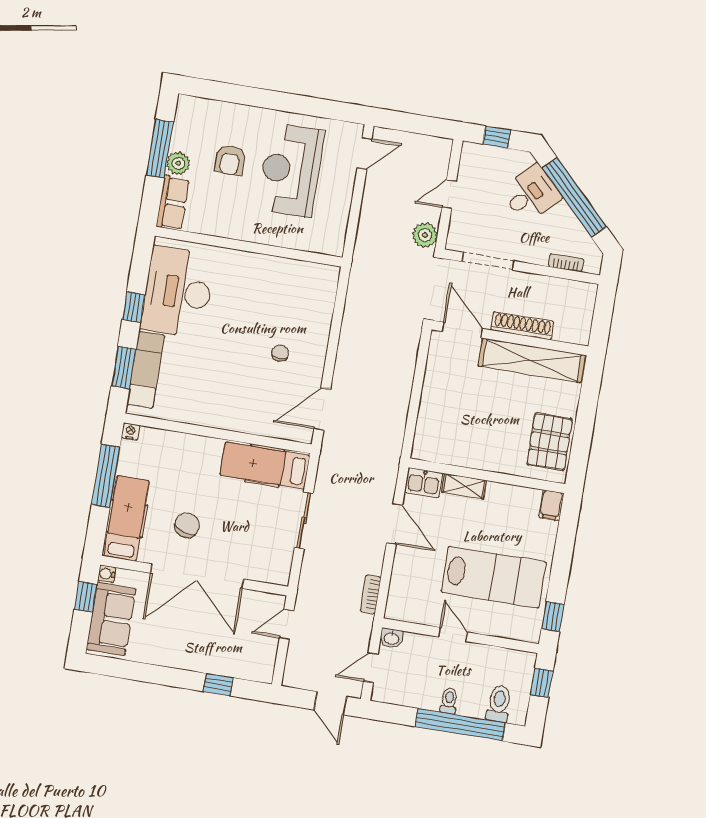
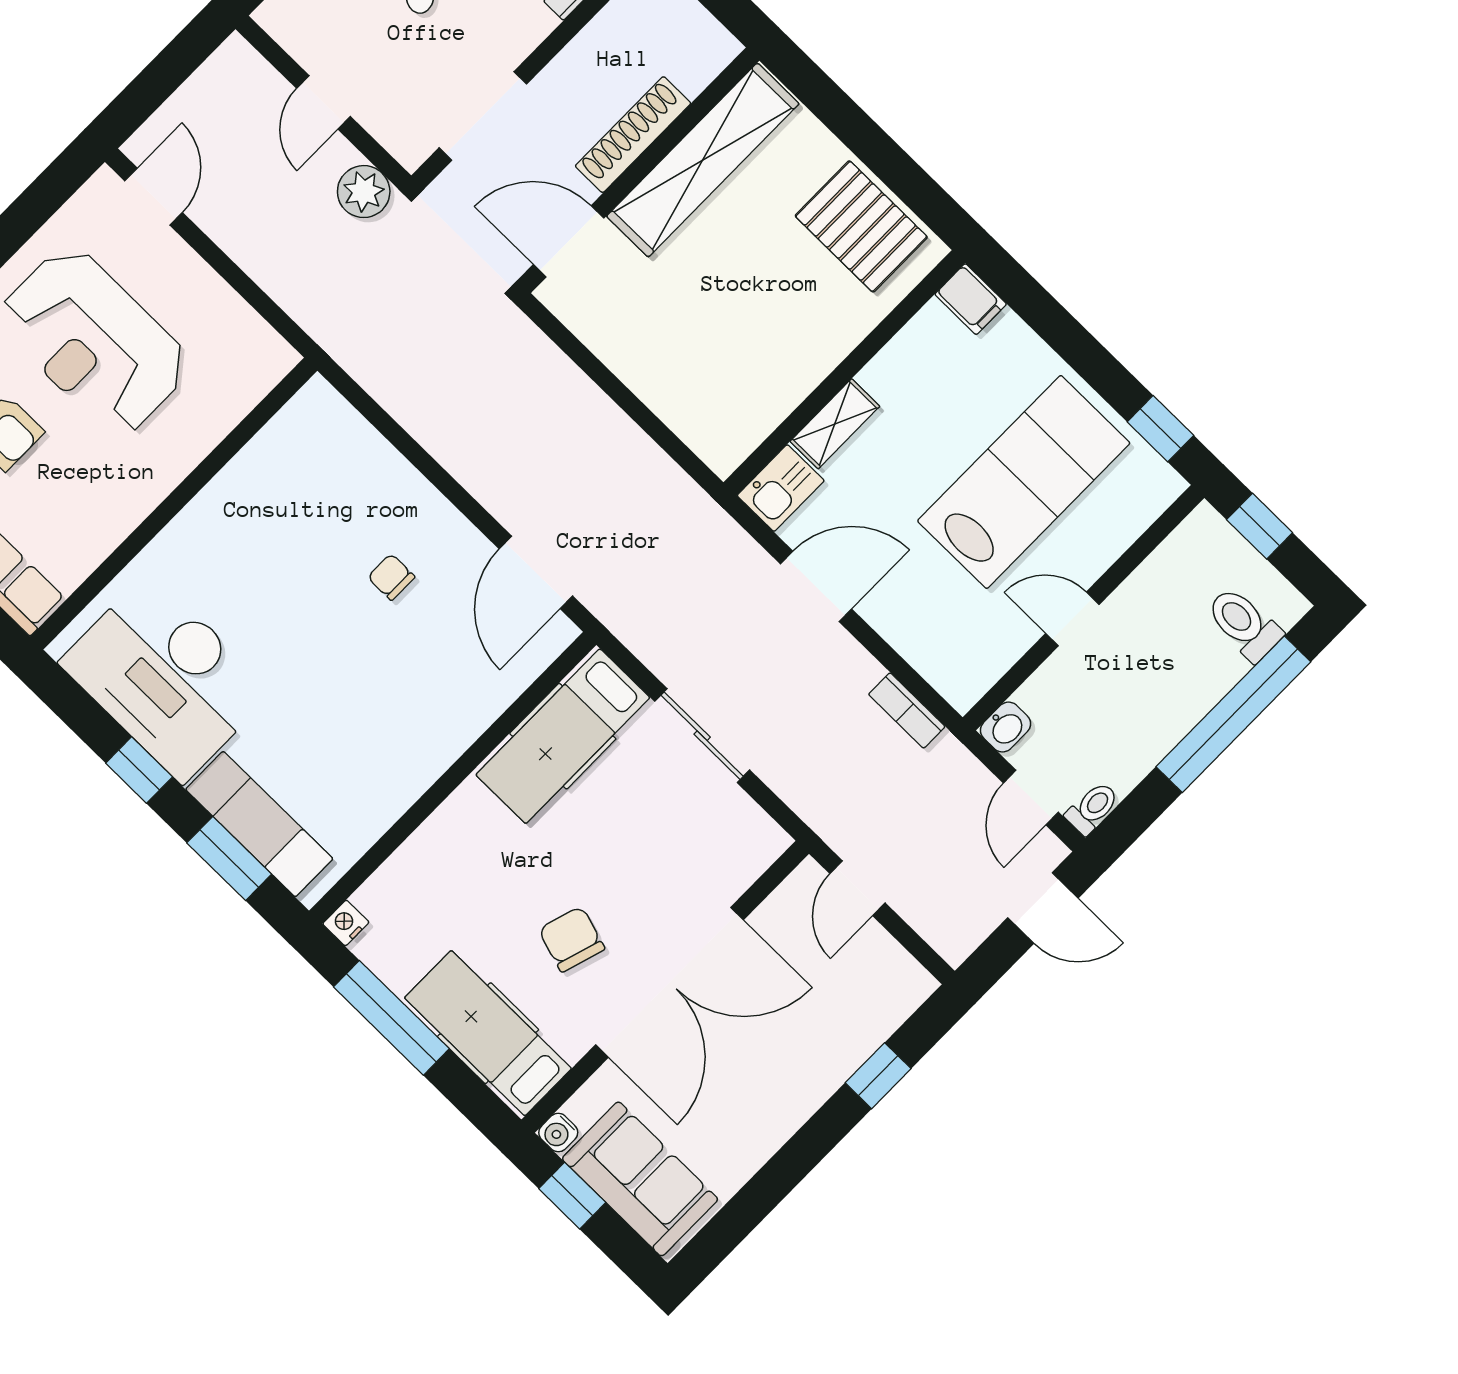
toilet: (449, 701) -> (1092, 808), moved, turned 90

